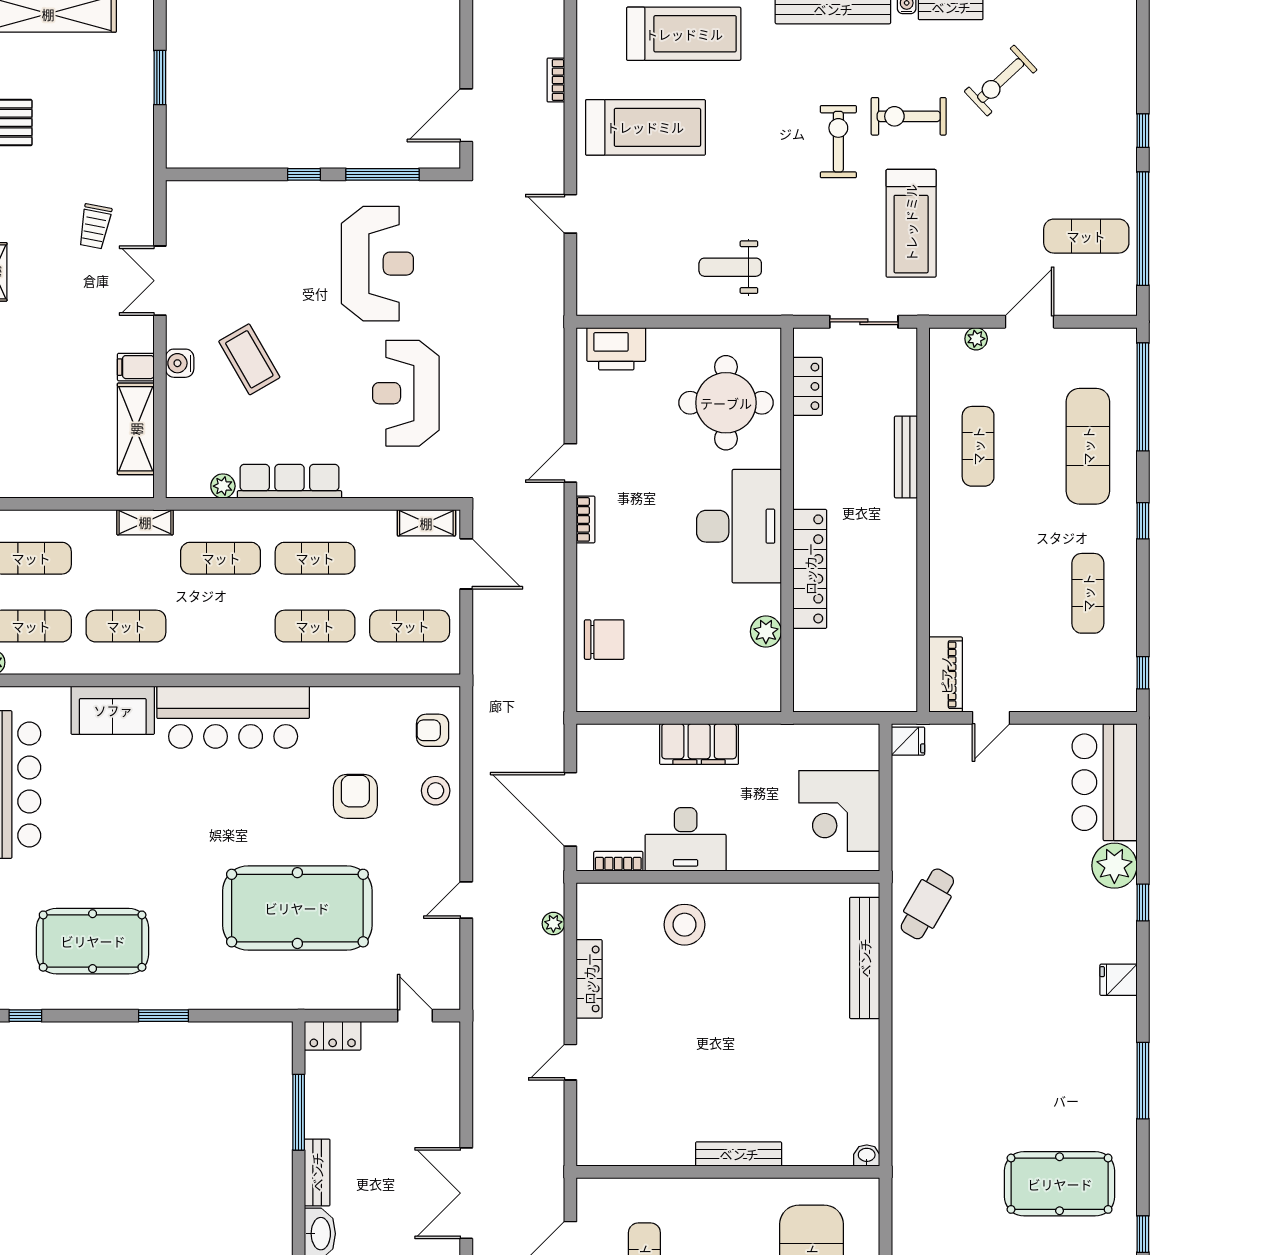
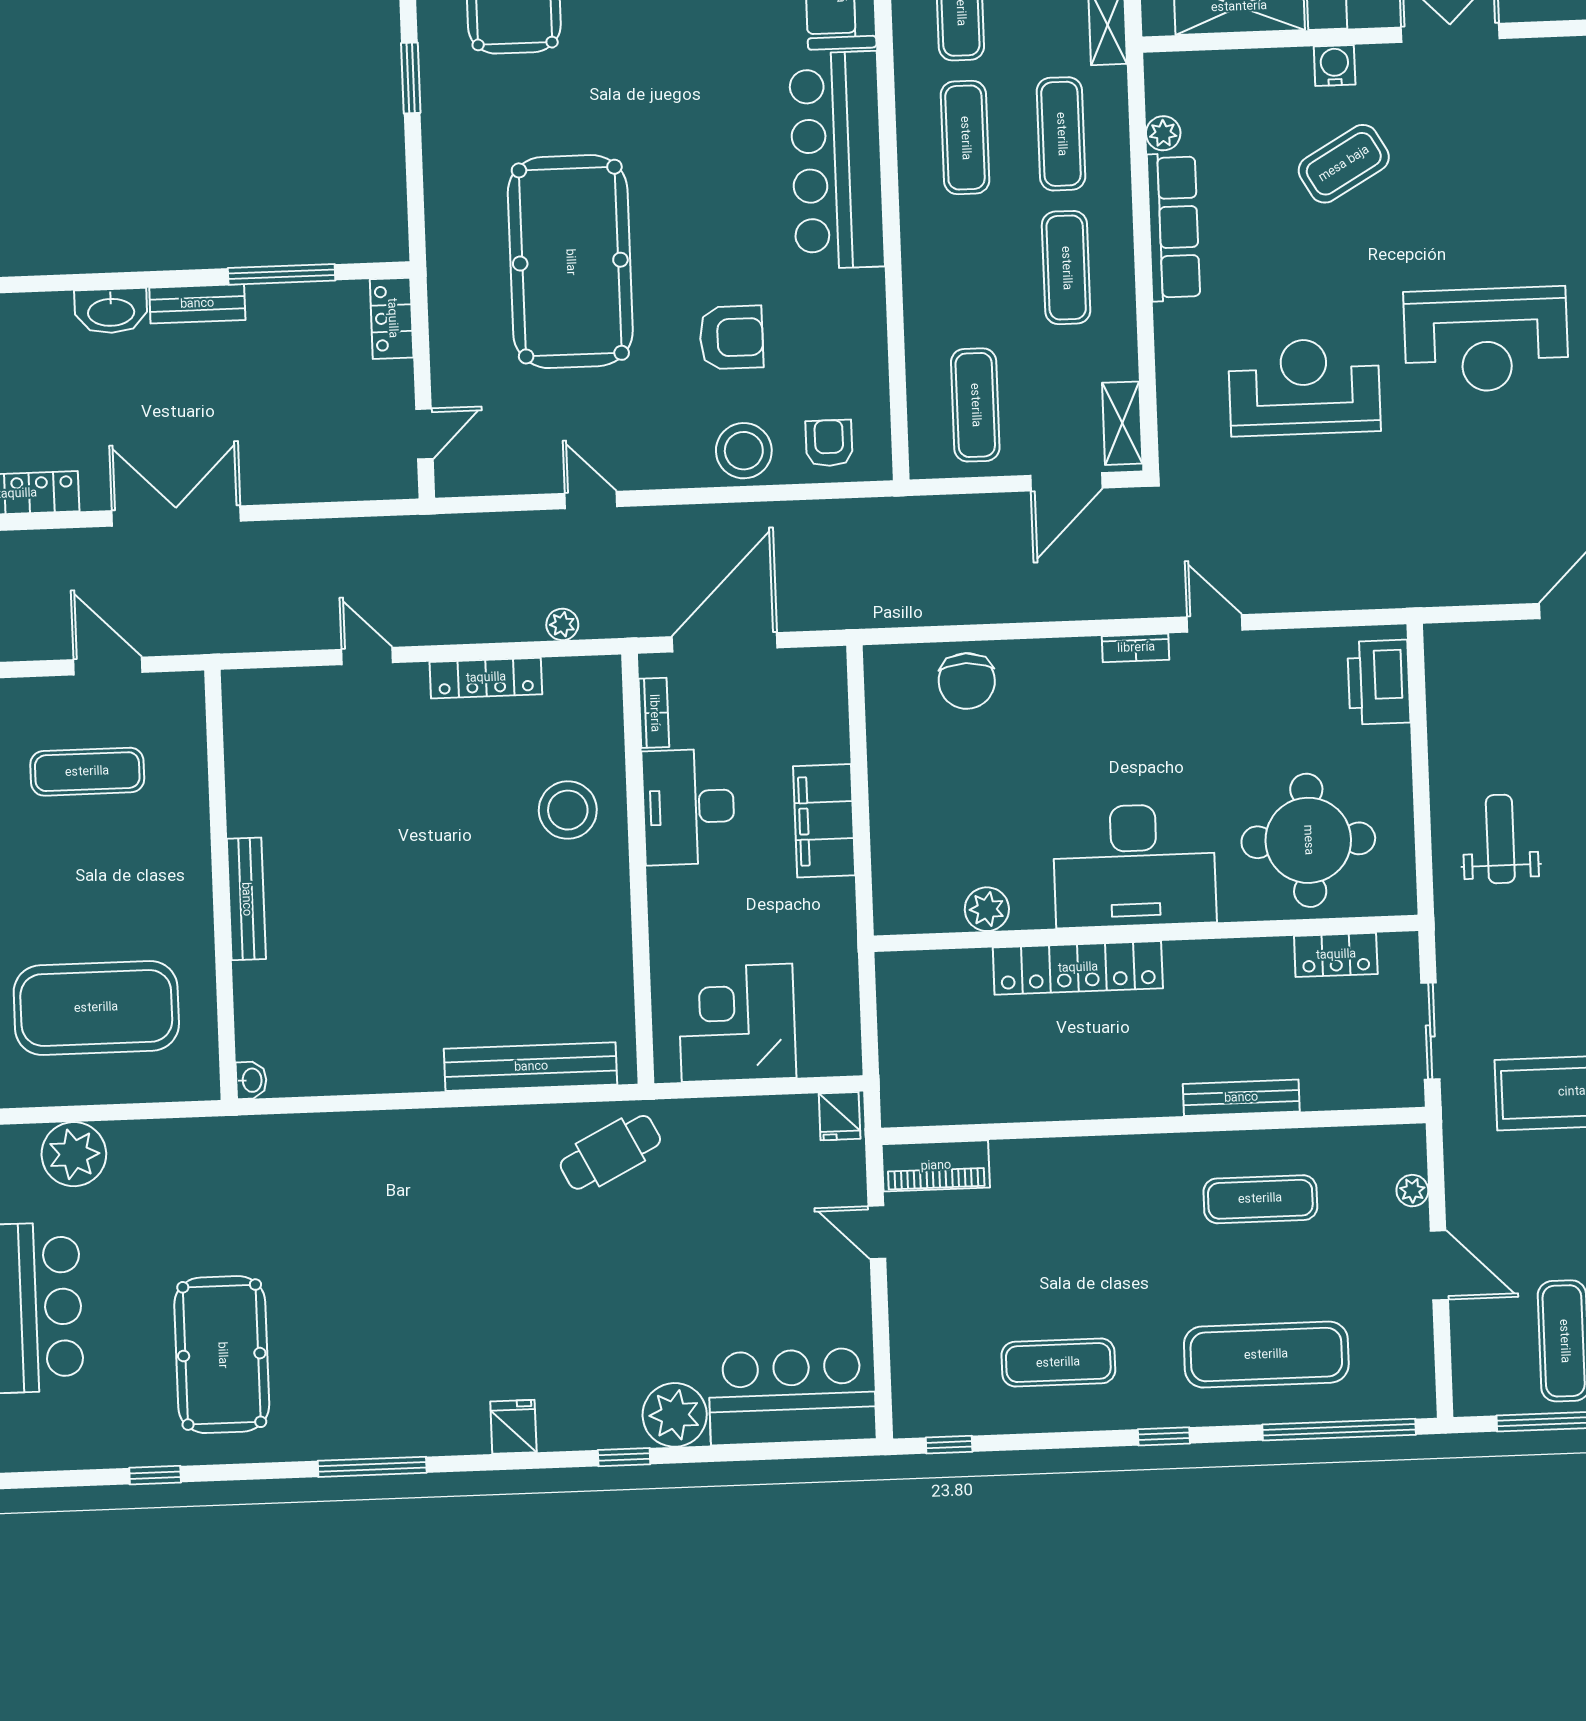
exercise mat: (315, 626) -> (965, 138), moved
stool: (436, 791) -> (744, 451), width x1.38, depth x1.38
cafe table: (927, 904) -> (610, 1152), turned -57

